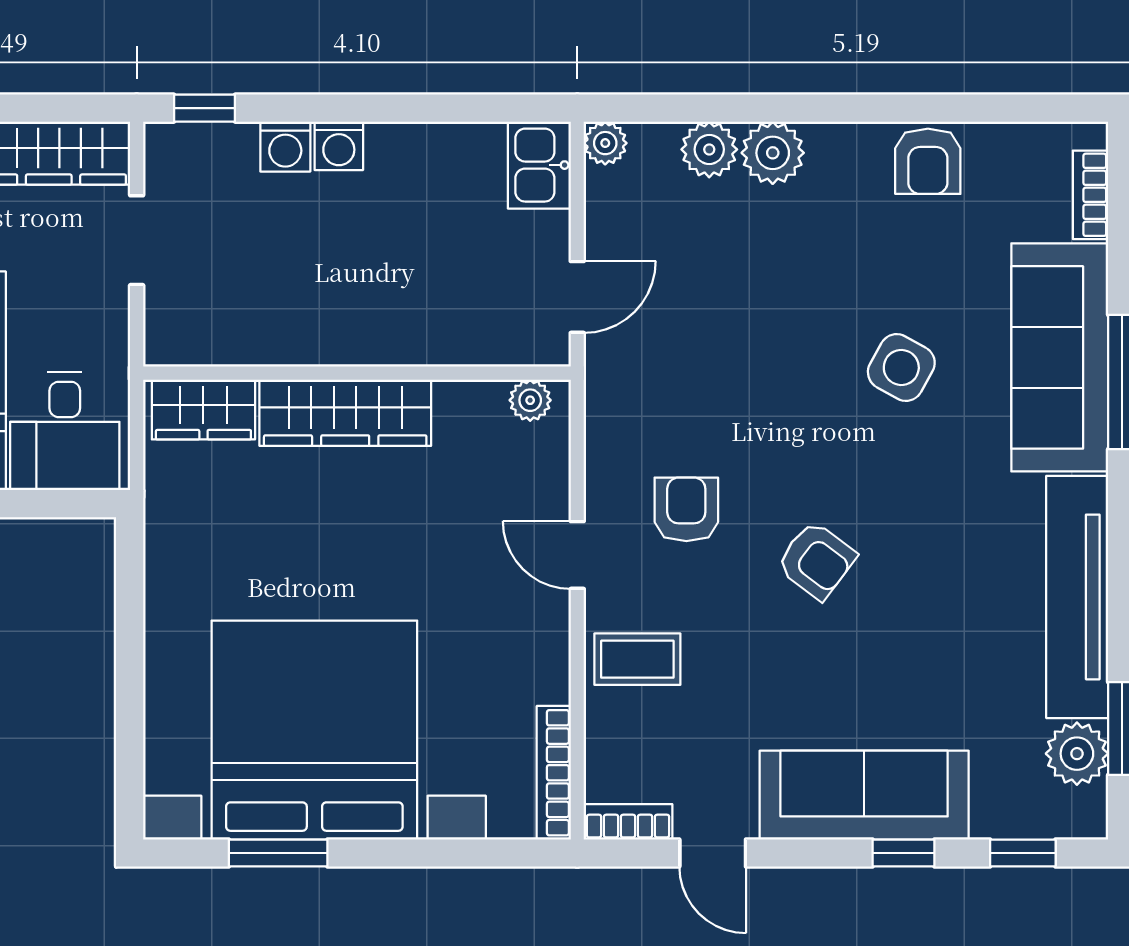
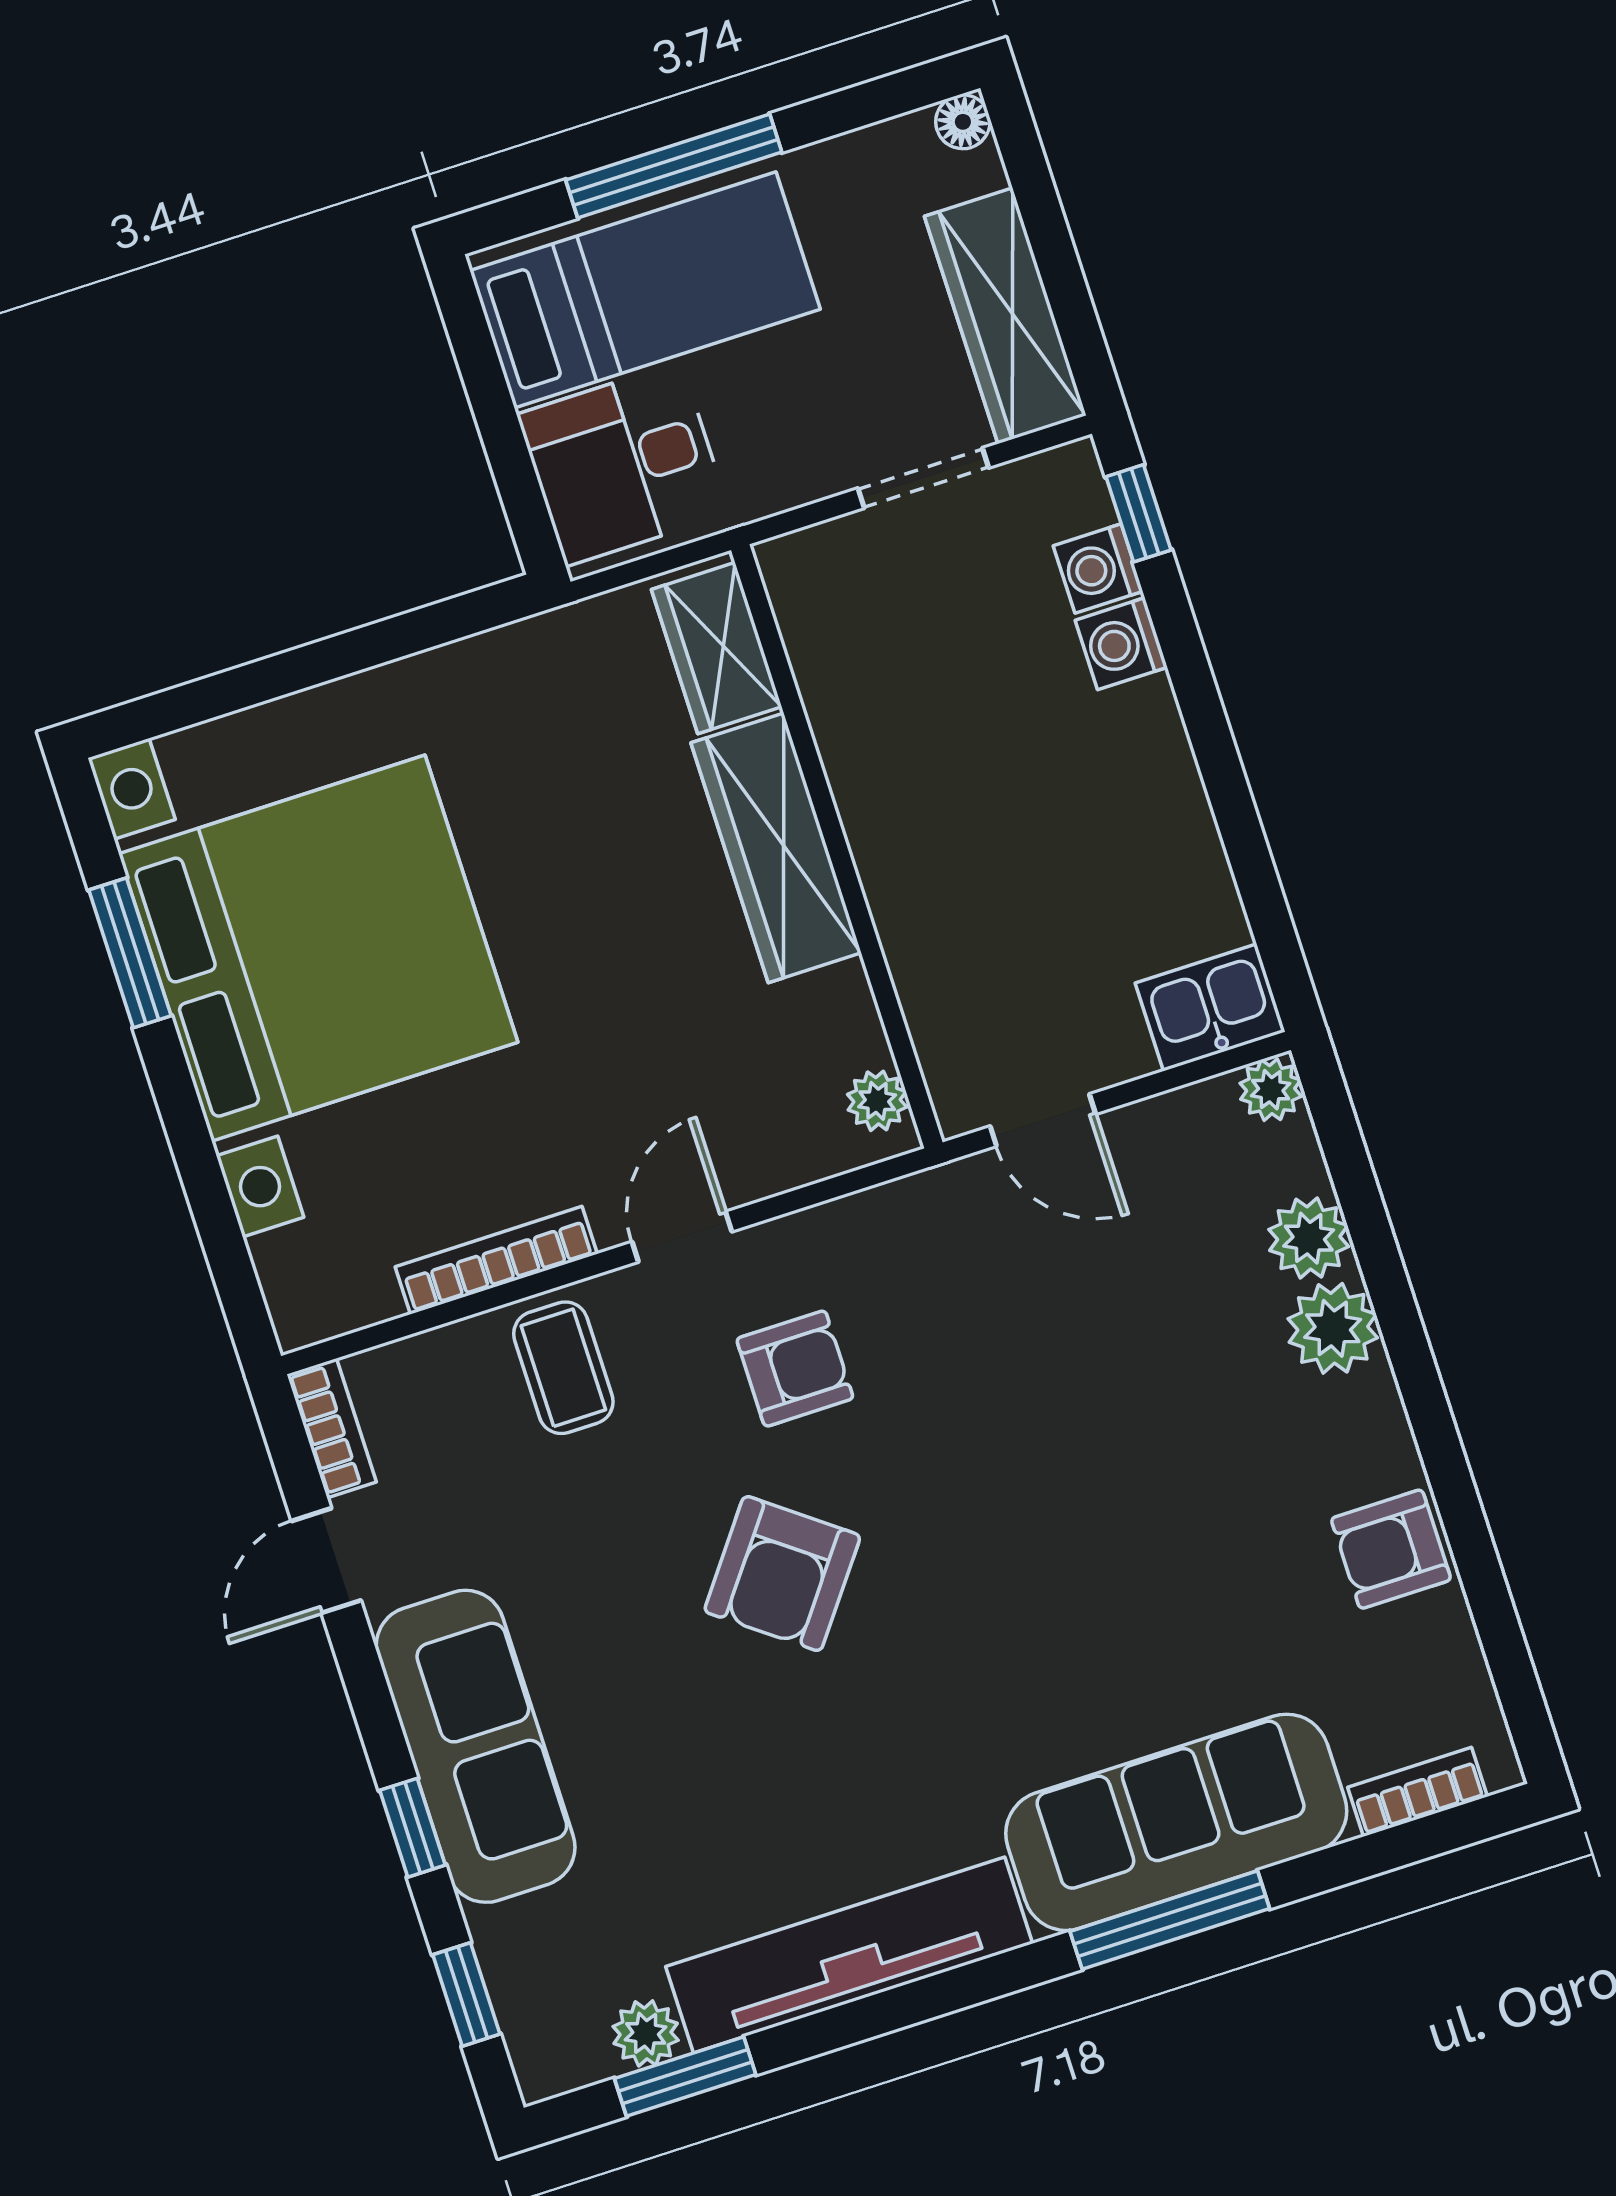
washing machine: (339, 146) -> (1098, 568), moved
side table: (901, 367) -> (1091, 1605), removed
armchair: (816, 560) -> (782, 1574), width x1.38, depth x1.38
plant: (1077, 754) -> (646, 2033), width x0.73, depth x0.73
bookcase: (554, 773) -> (496, 1260), moved

